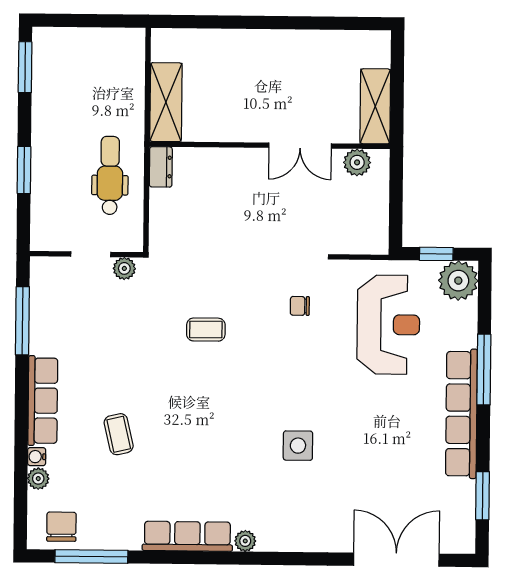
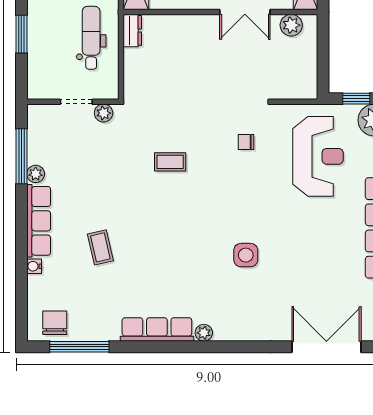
plant: (38, 479) -> (36, 174), moved

